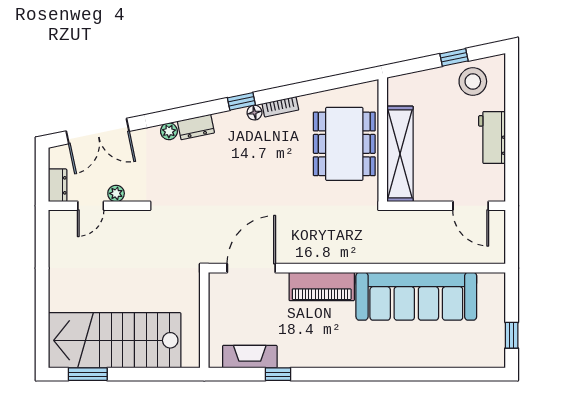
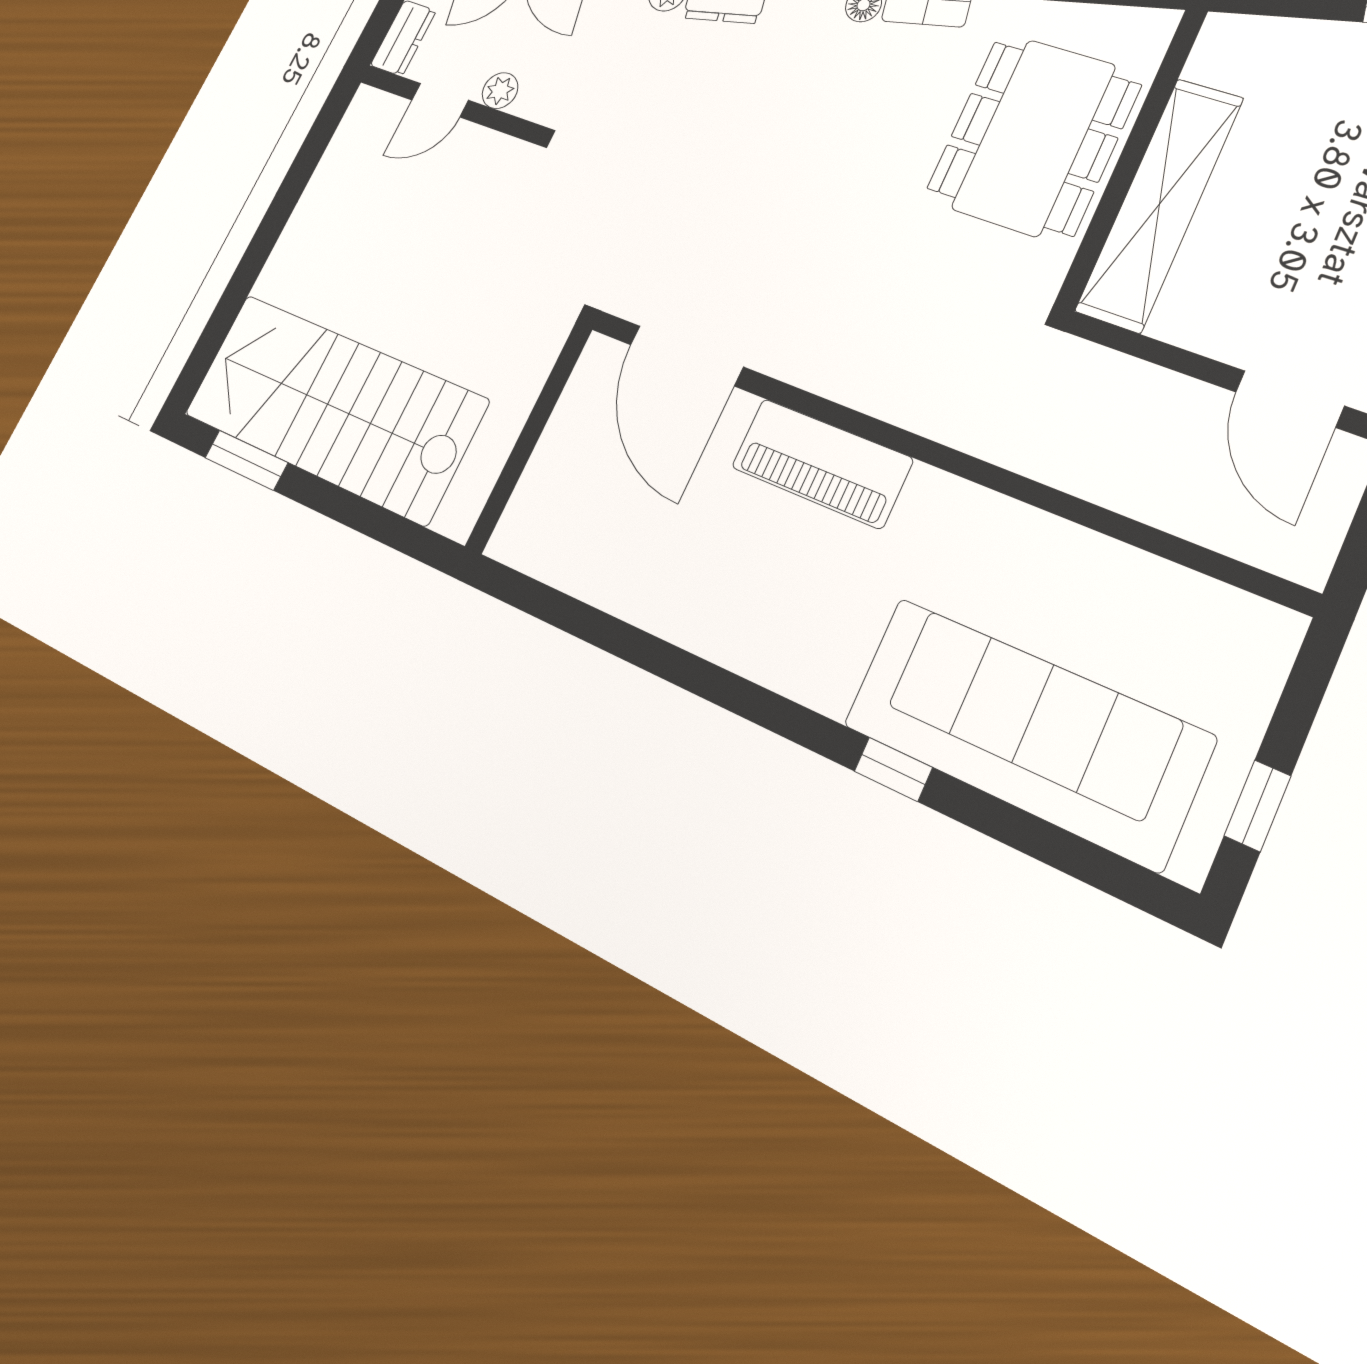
door: (251, 268) -> (686, 356), swing flipped
sofa: (416, 296) -> (1026, 731), moved, turned 180
fireplace: (250, 357) -> (581, 567), removed
window: (278, 374) -> (893, 769), moved

